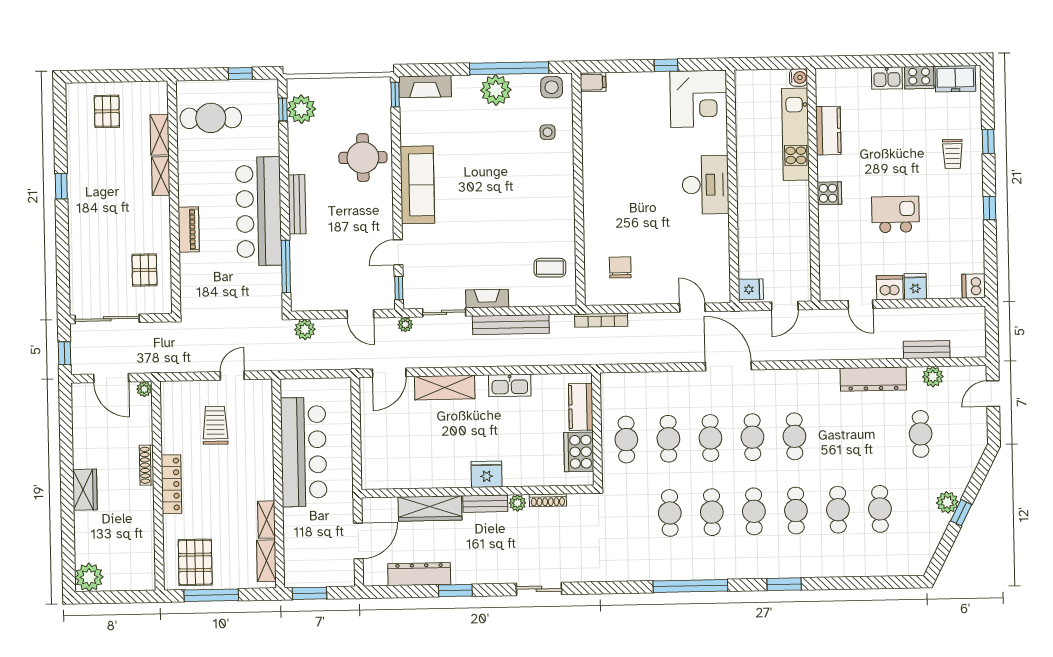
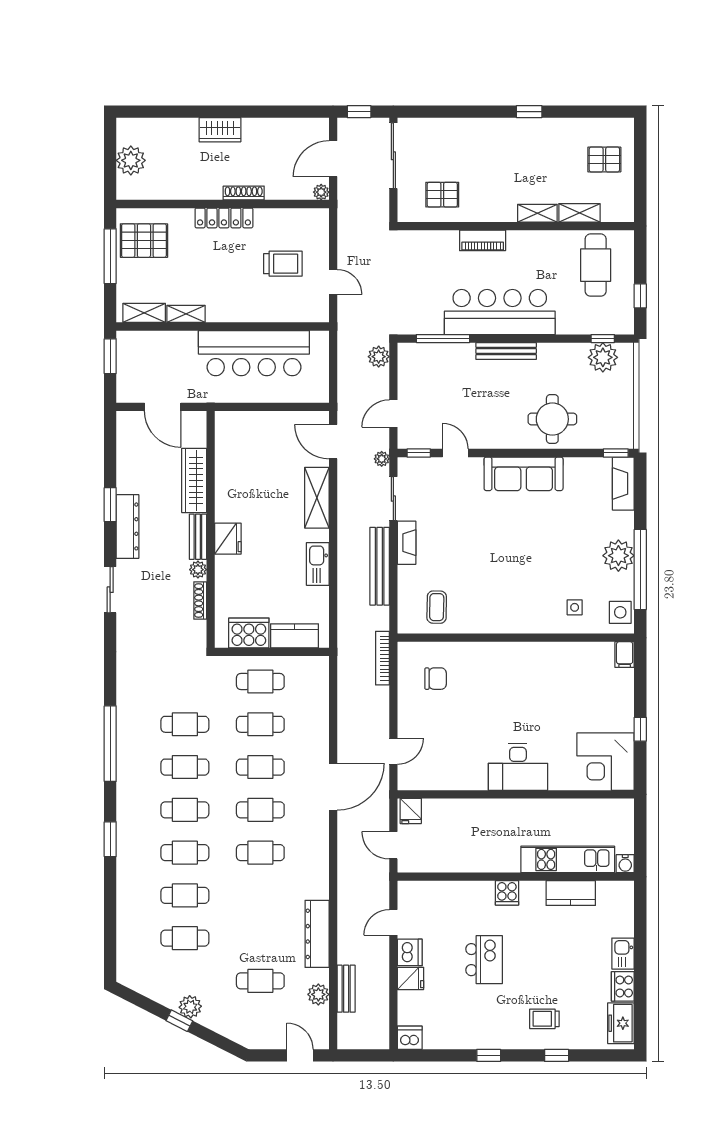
dresser: (419, 574) -> (128, 526), moved
plant: (89, 577) -> (131, 160), moved

